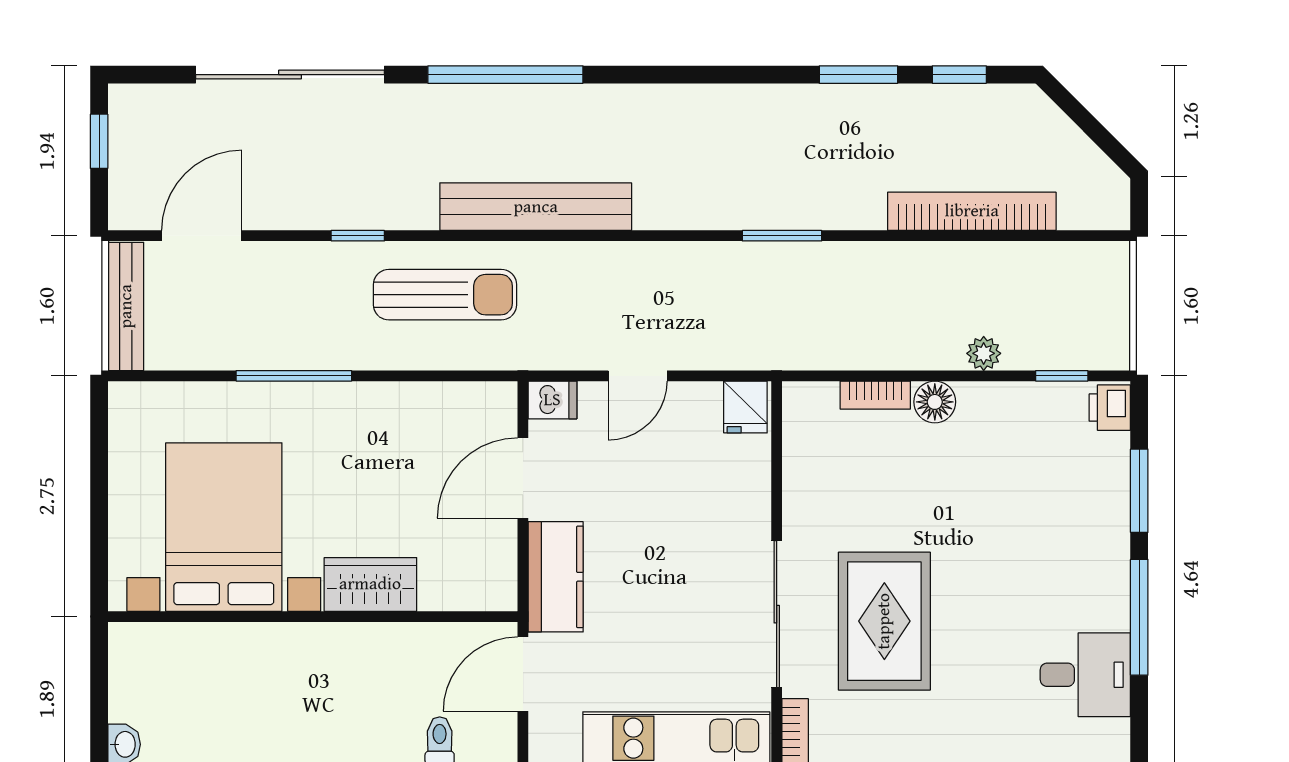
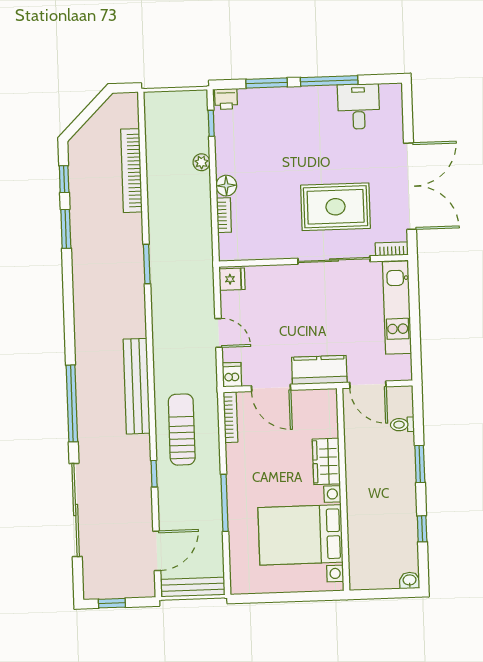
door: (202, 236) -> (157, 551), swing flipped
bookcase: (467, 394) -> (230, 417), added

